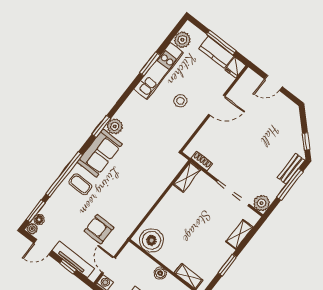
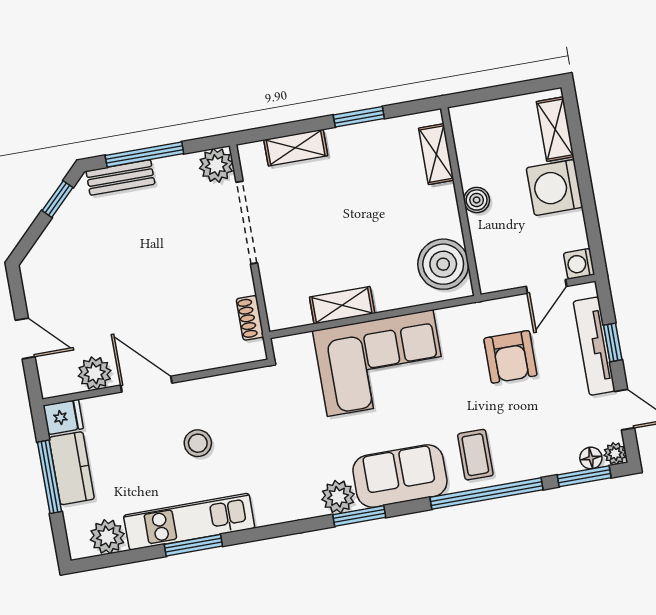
plant: (238, 93) -> (95, 373), added
shelving: (187, 177) -> (342, 305), moved
corner sofa: (142, 186) -> (380, 363), added

